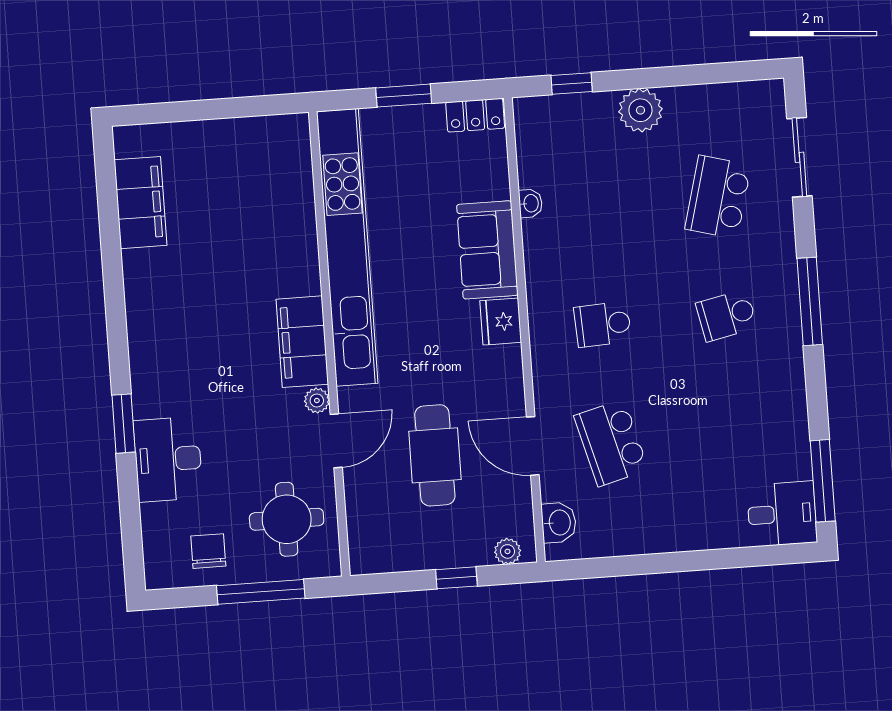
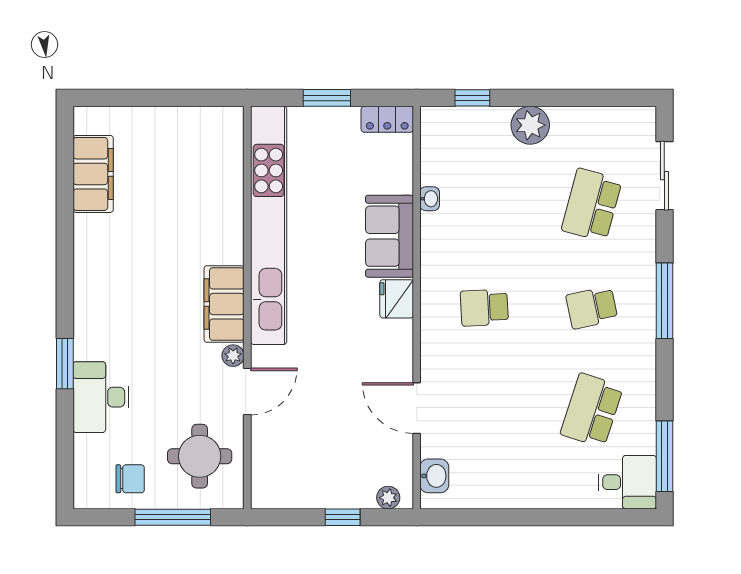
school desk: (611, 443) -> (592, 410), moved, turned 33
cafe table: (435, 455) -> (332, 410), removed
chair: (208, 551) -> (130, 479), turned 90

